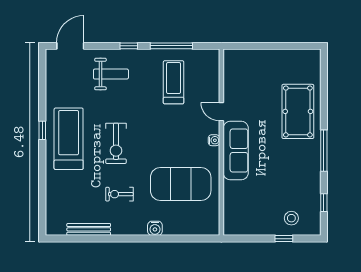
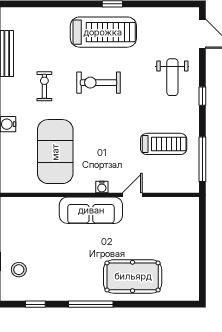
window: (171, 46) -> (202, 159), moved

